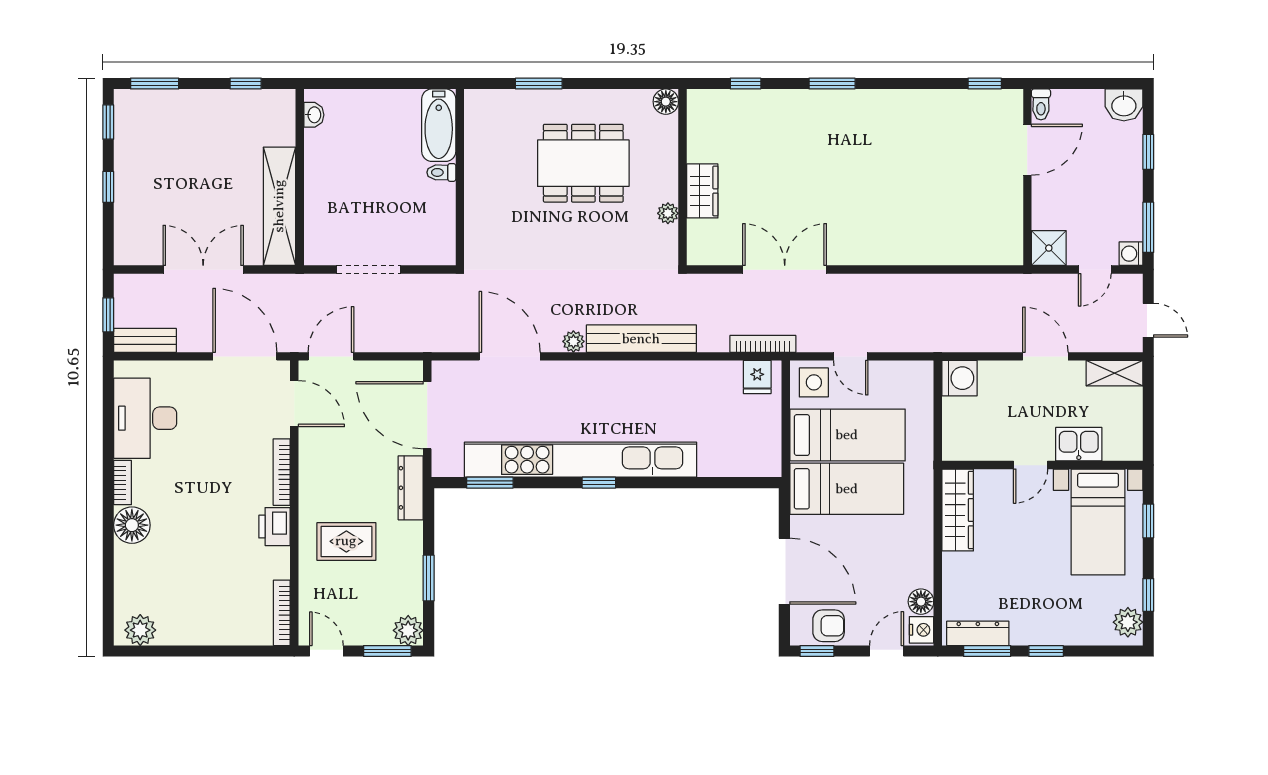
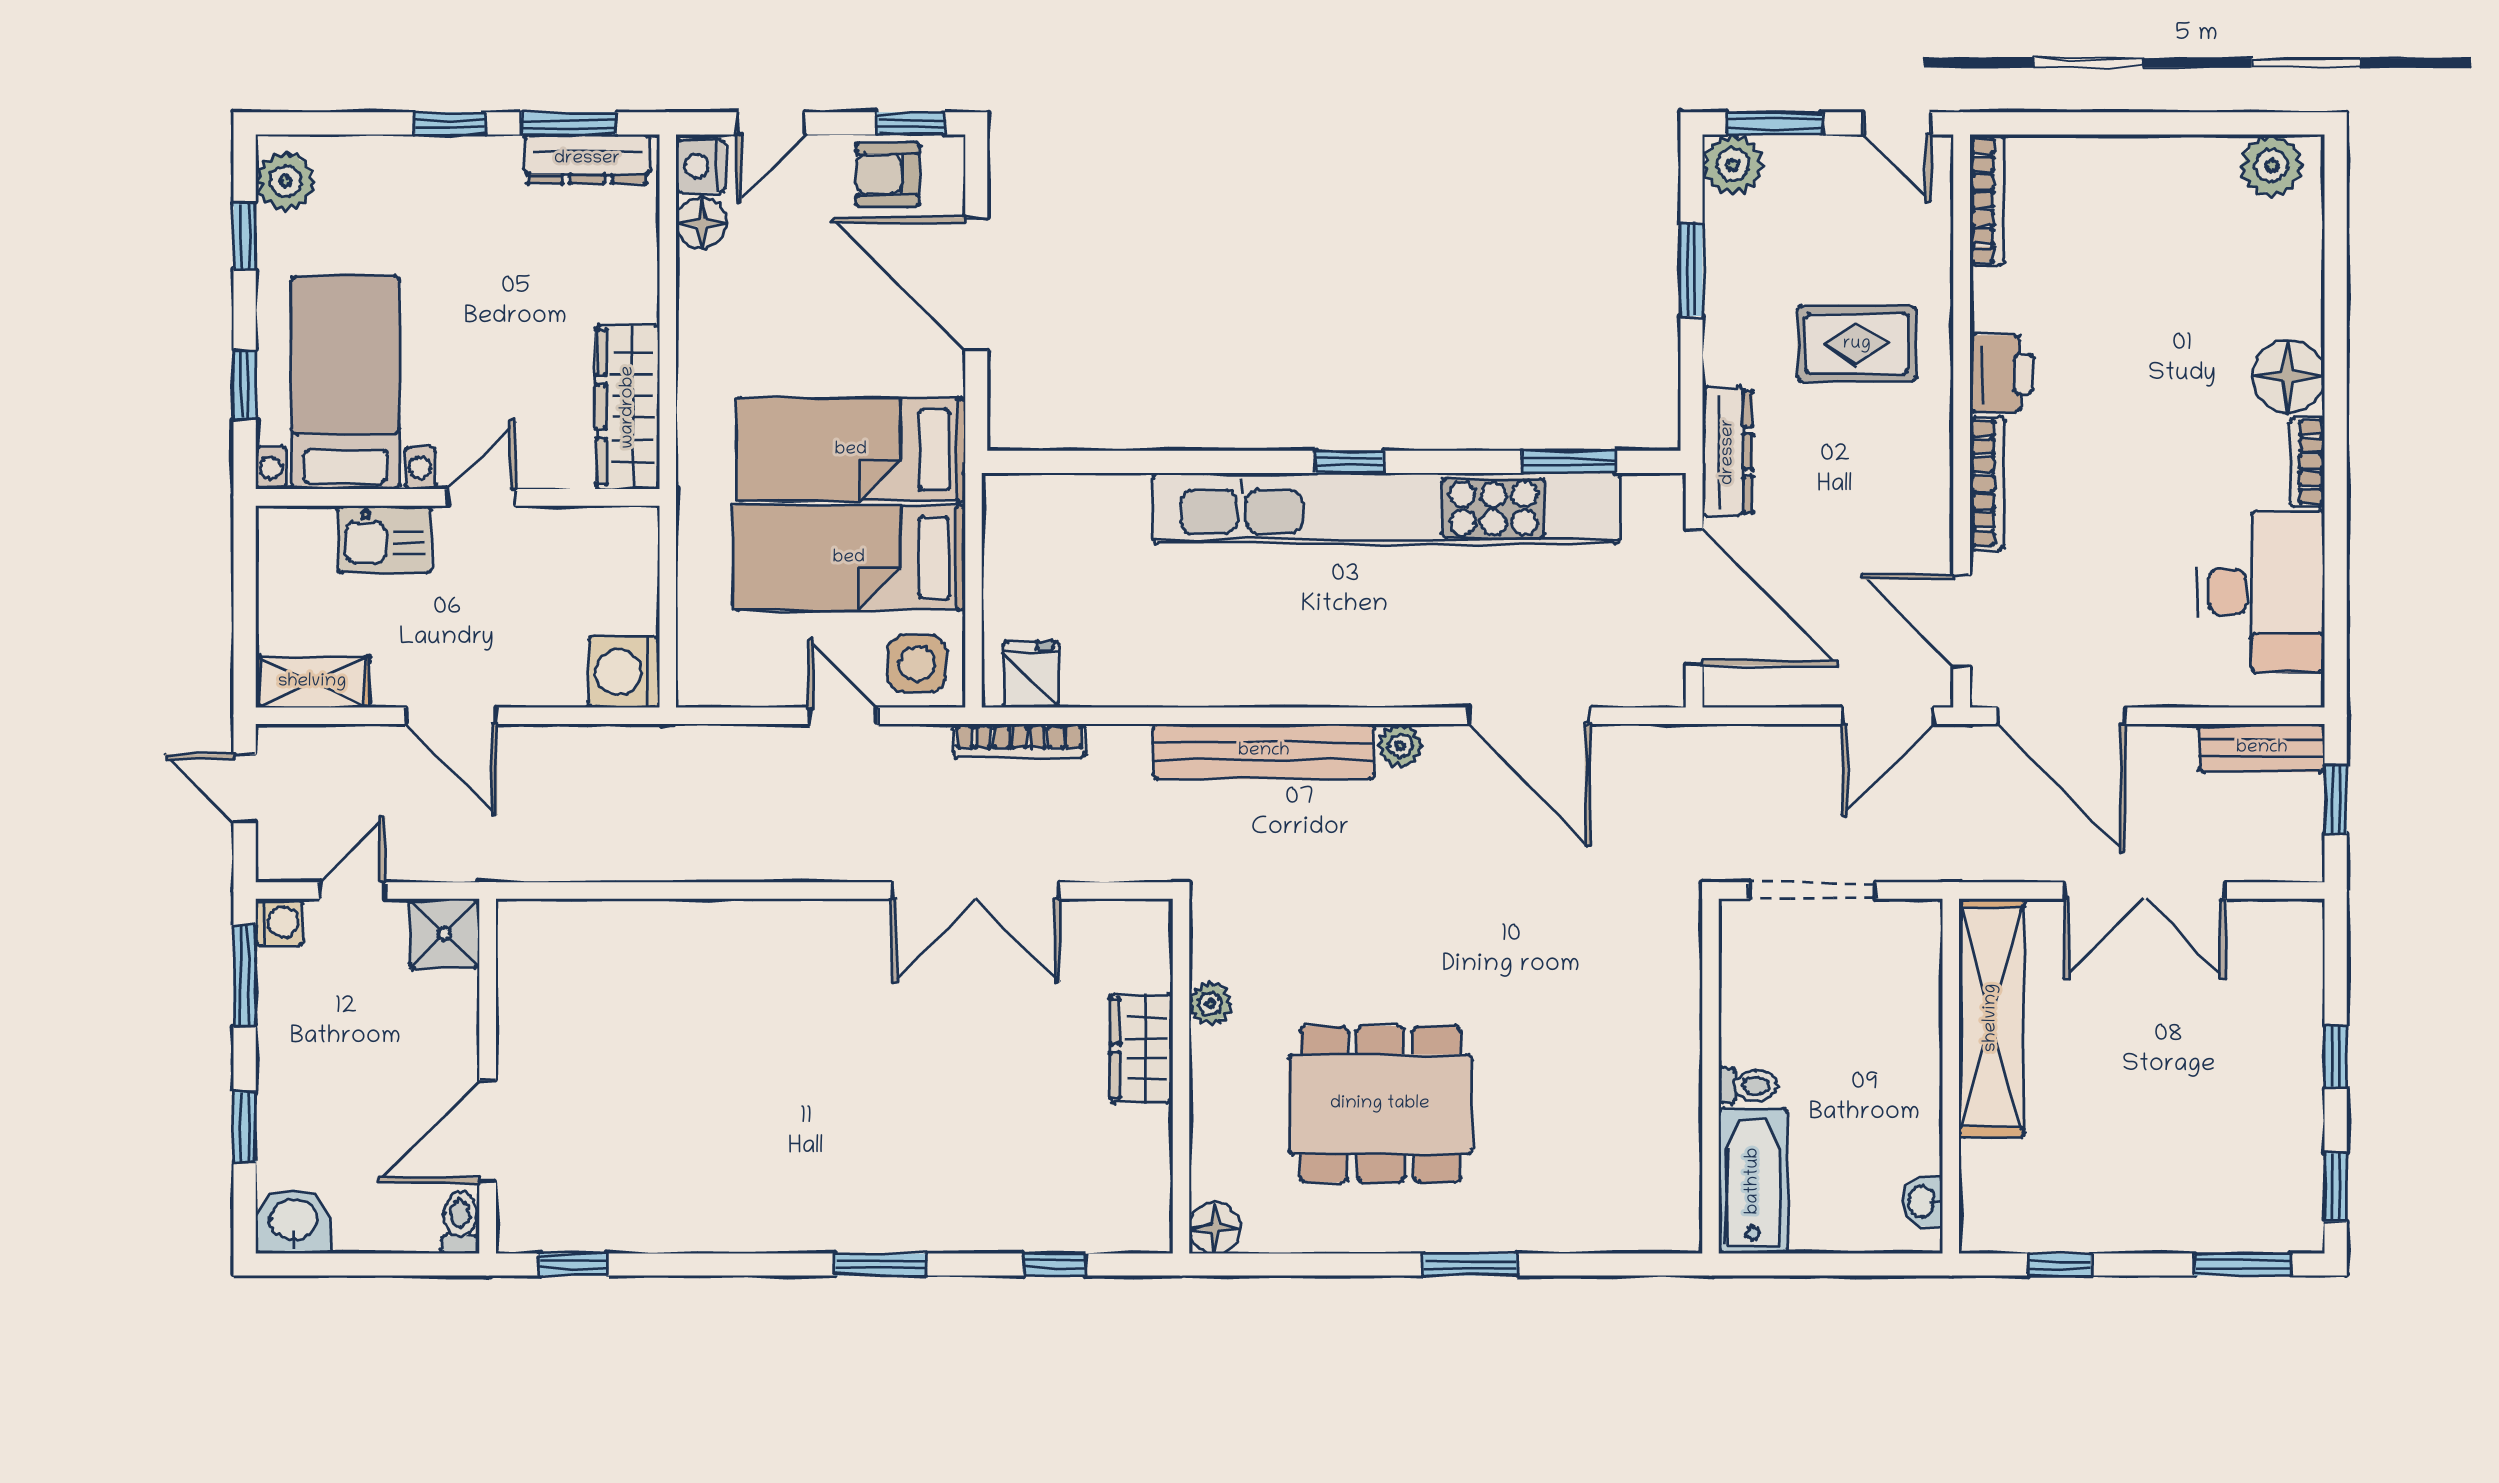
bathtub: (439, 125) -> (1753, 1181), moved
toilet: (441, 172) -> (1748, 1086), moved
wall: (460, 177) -> (1711, 1076), moved

